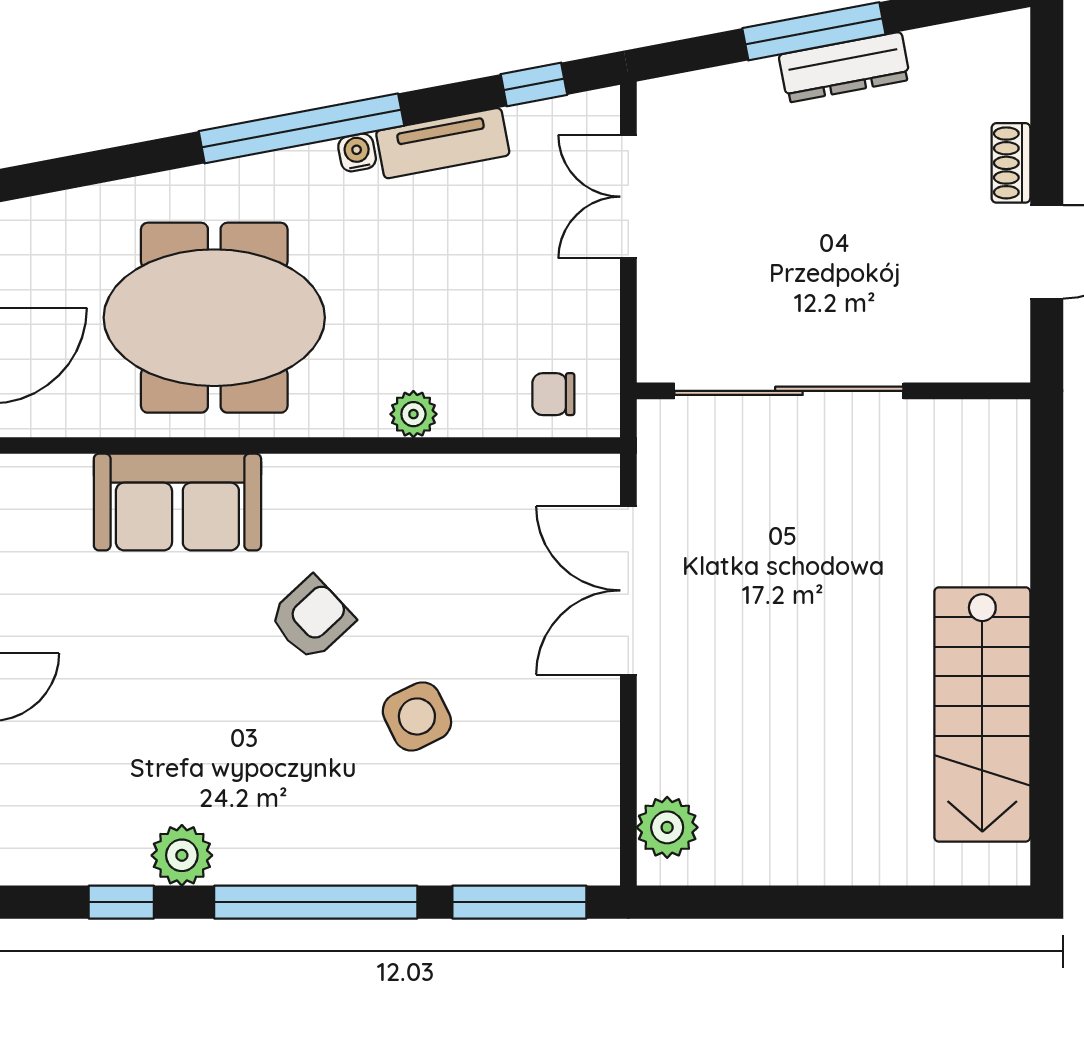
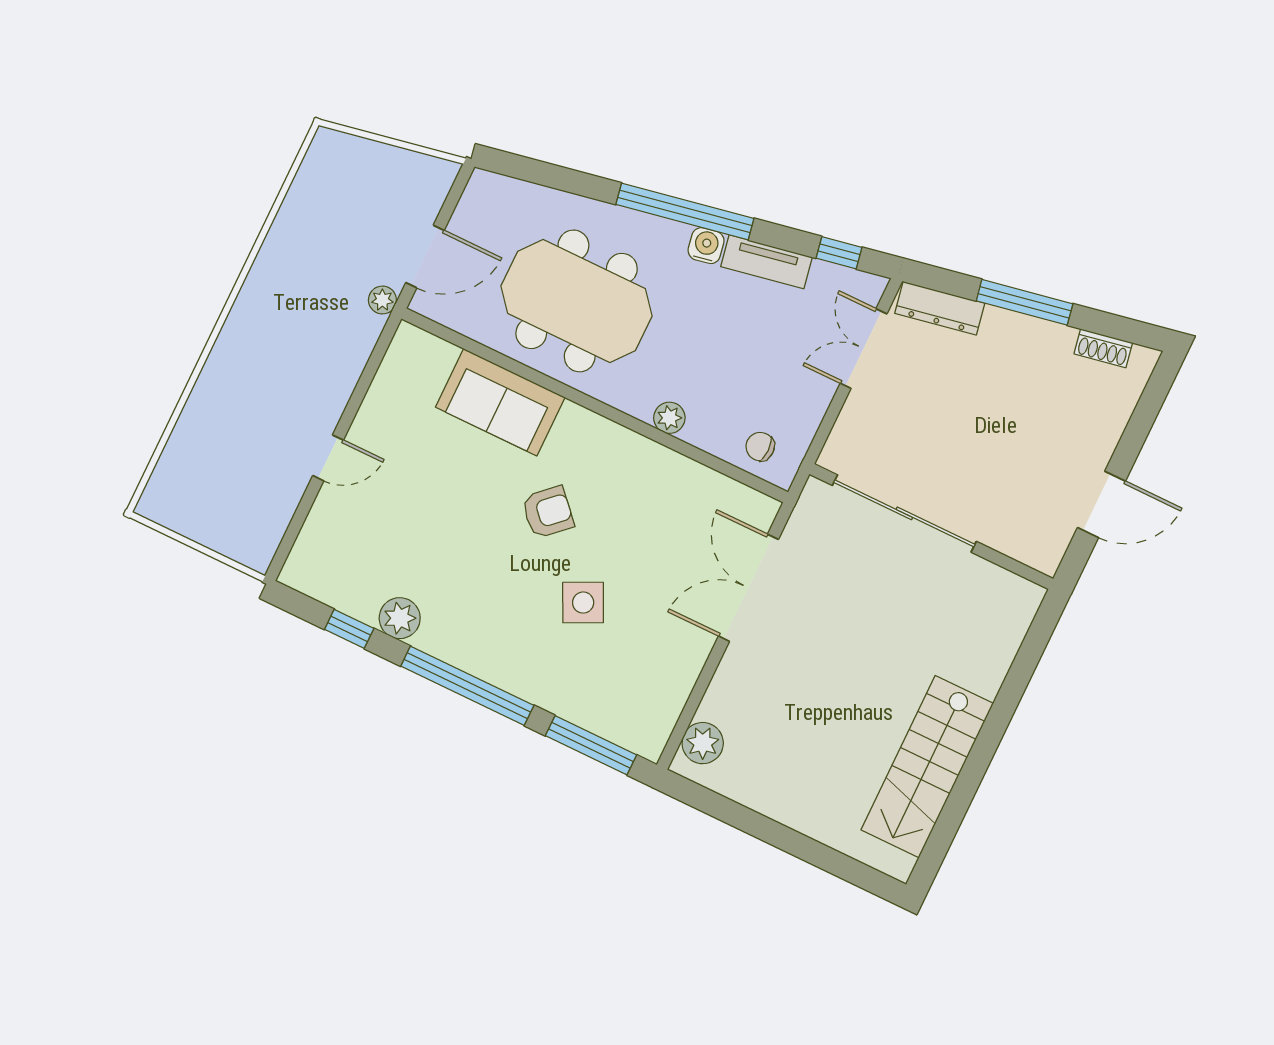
dresser: (844, 67) -> (940, 308), moved
water cooler: (357, 153) -> (706, 246), width x1.38, depth x1.38
shoe rack: (1011, 163) -> (1103, 348), moved, turned -101

